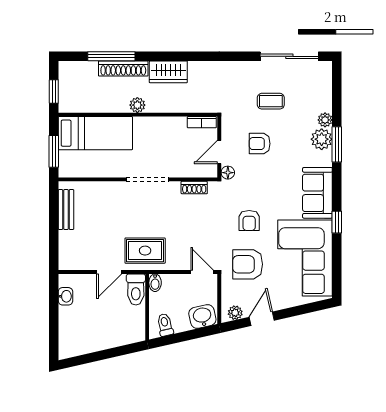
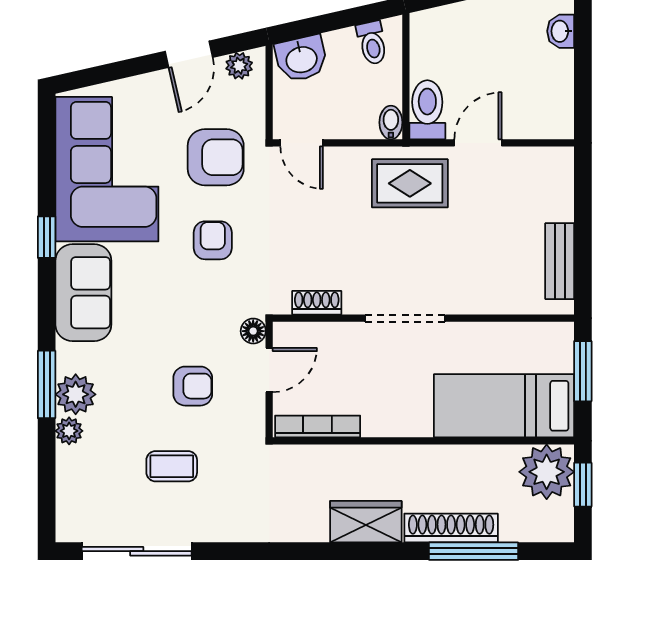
plant: (137, 105) -> (547, 472), moved, width x1.88, depth x1.88
bookcase: (202, 122) -> (318, 426), width x1.56
washbasin: (65, 296) -> (561, 31), moved

